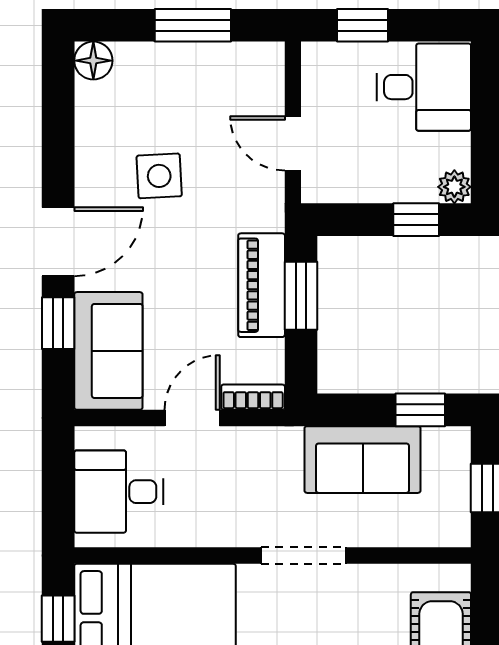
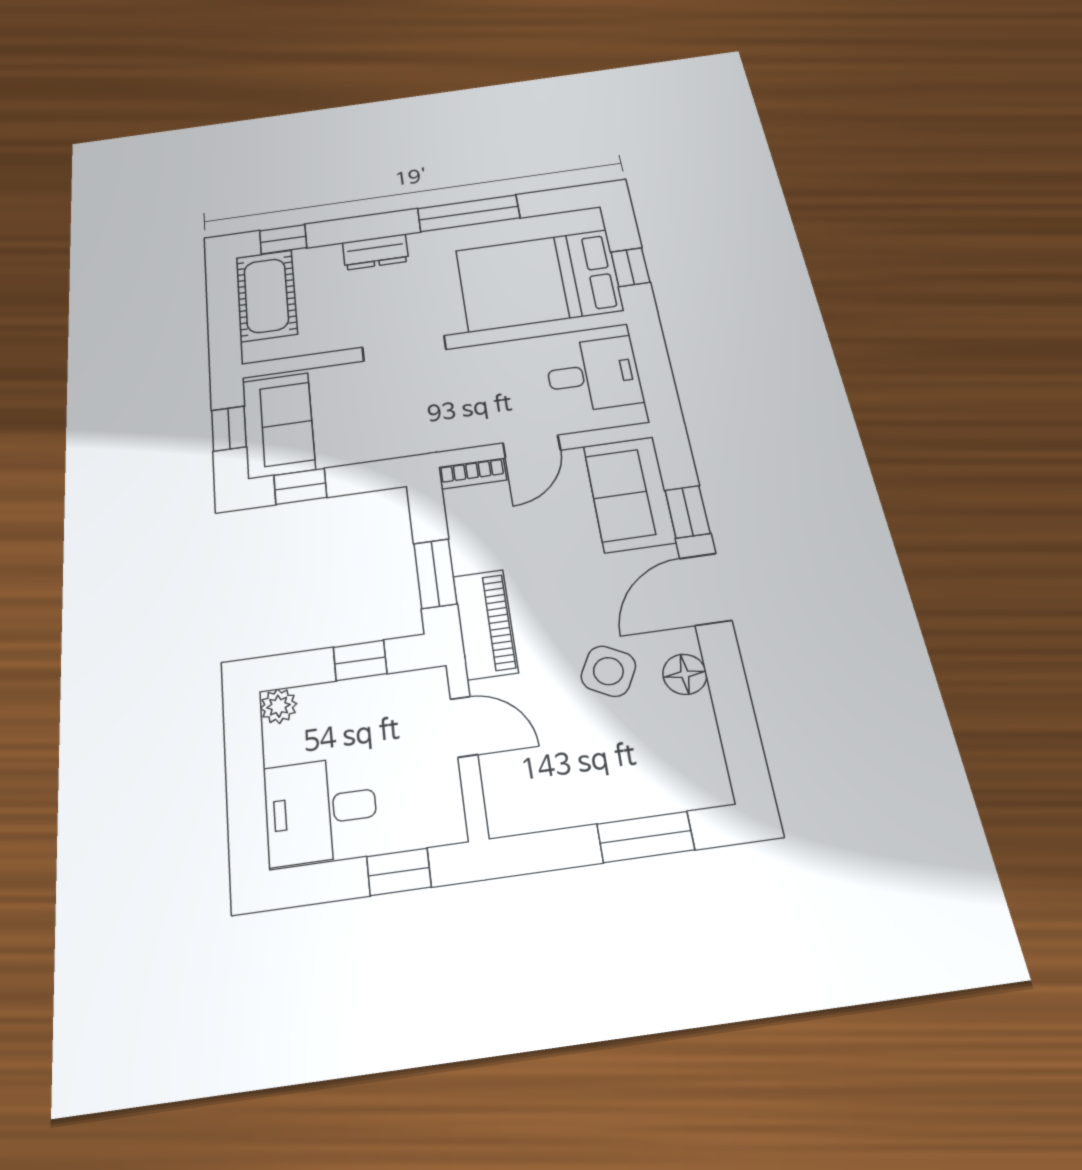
window: (193, 25) -> (646, 837), moved
floor lamp: (93, 61) -> (685, 674), moved
side table: (159, 176) -> (608, 671), turned 31
window: (416, 220) -> (360, 660), moved
piano: (262, 285) -> (485, 624), moved
sofa: (363, 460) -> (278, 425), moved, turned 90

